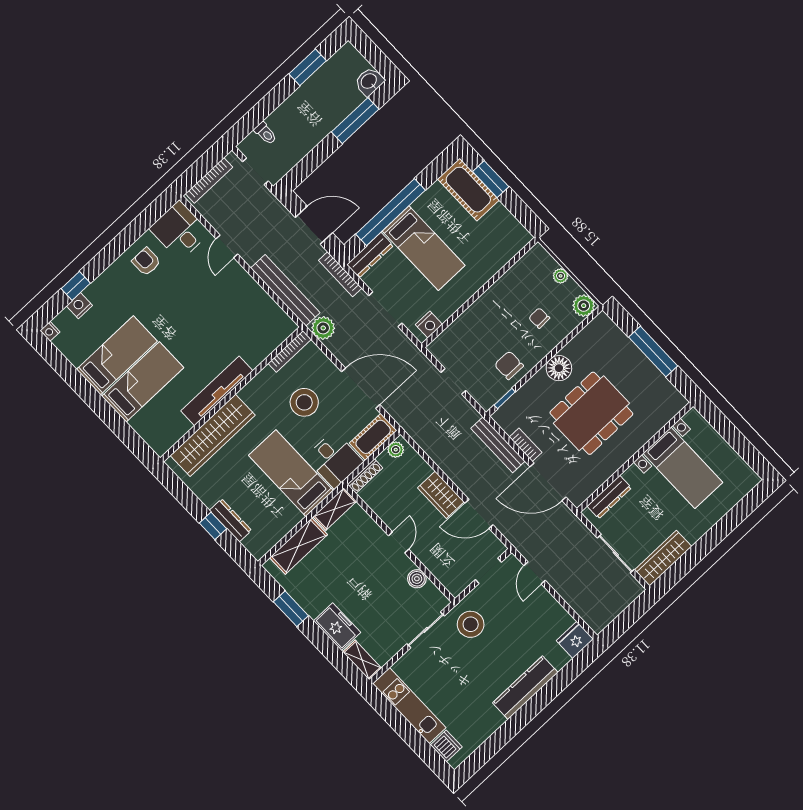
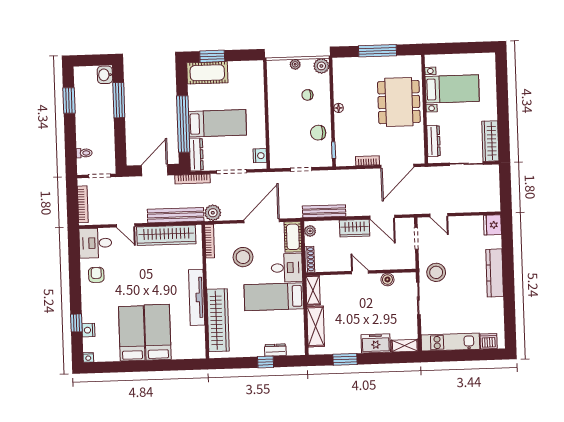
armchair: (146, 262) -> (96, 275), turned 90
wardrobe: (255, 299) -> (166, 235), added
floor lamp: (559, 368) -> (339, 108), width x0.53, depth x0.53
dining table: (591, 413) -> (399, 102), moved
bench: (498, 445) -> (324, 211), moved
door: (479, 514) -> (382, 217), hinge flipped
dresser: (230, 520) -> (275, 350), width x0.70

